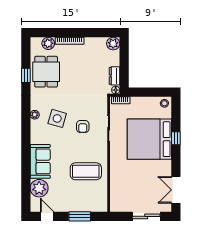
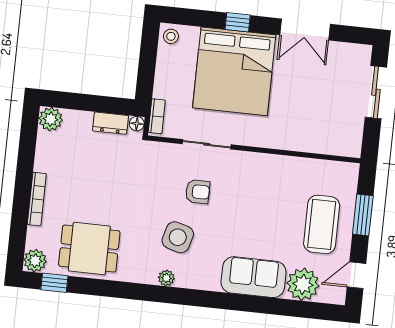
plant: (48, 43) -> (35, 261), moved
window: (26, 75) -> (54, 283), moved
coffee table: (86, 171) -> (322, 224), moved
double door: (176, 190) -> (305, 29), moved

